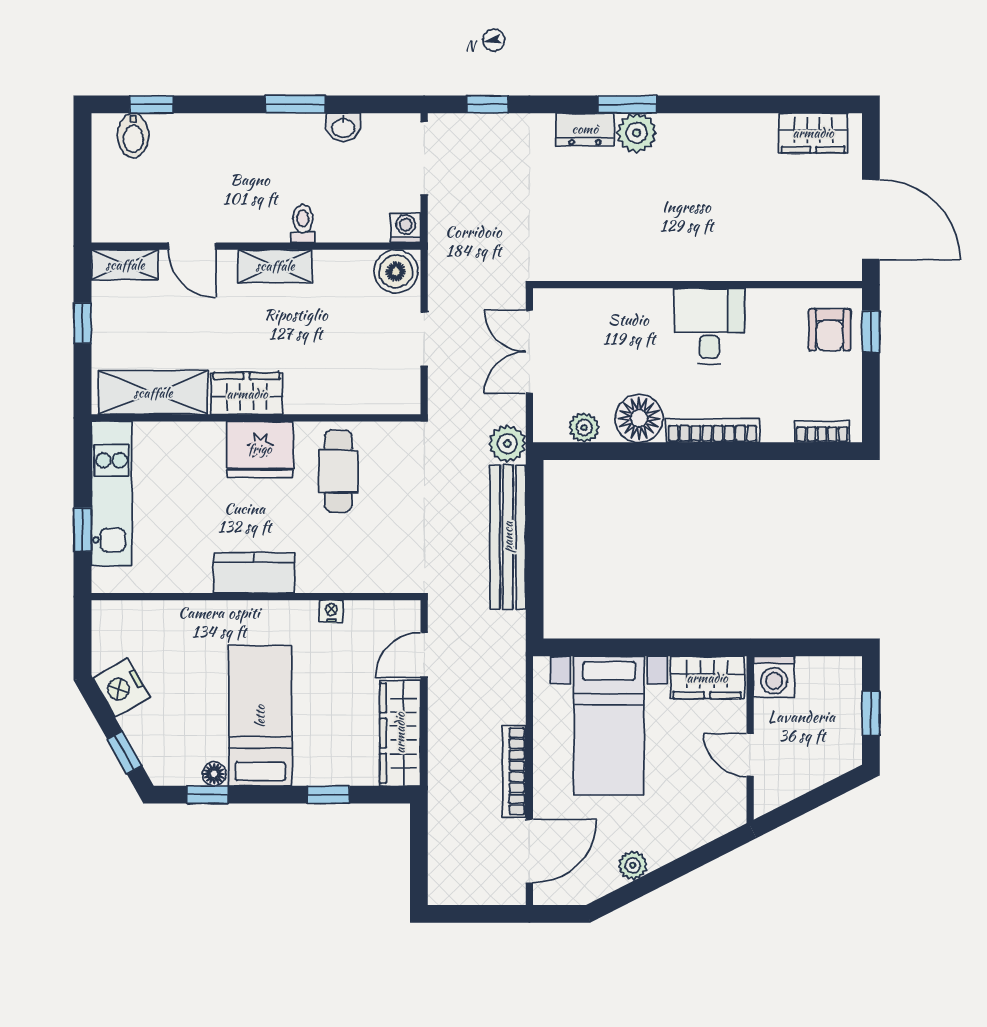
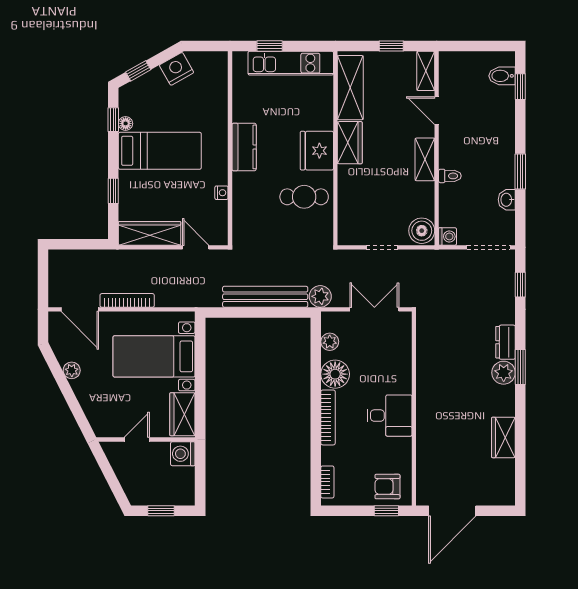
wardrobe: (813, 133) -> (503, 437), moved
door: (192, 246) -> (437, 111), hinge flipped

